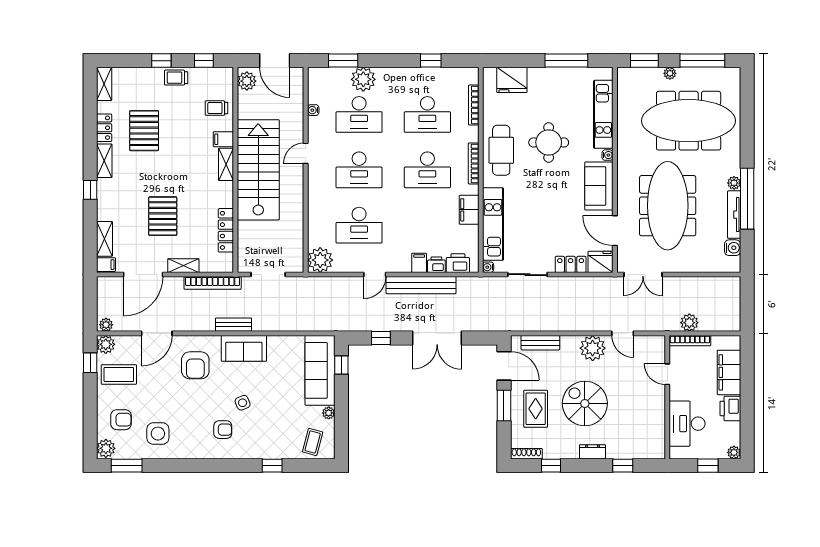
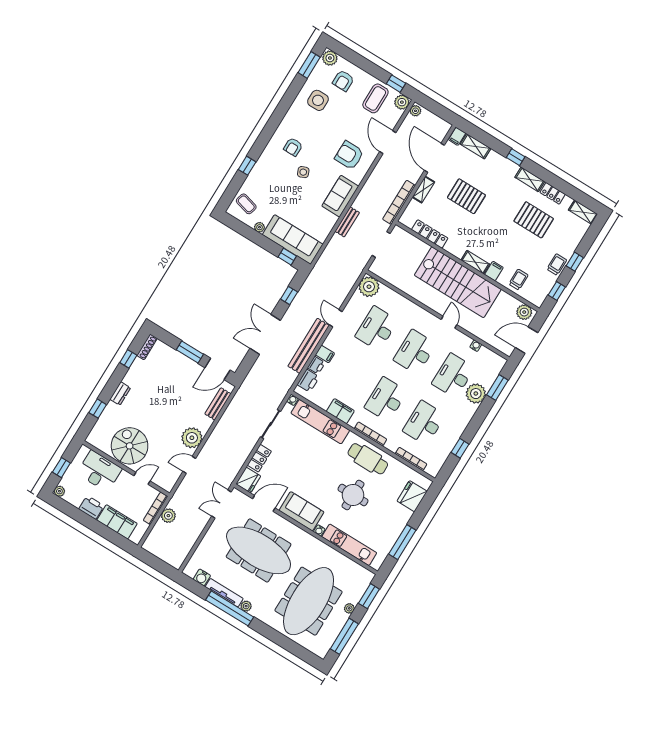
bench: (234, 325) -> (347, 222), moved
spiral stairs: (585, 403) -> (130, 446), moved, turned -90
rug: (536, 409) -> (174, 372), removed

